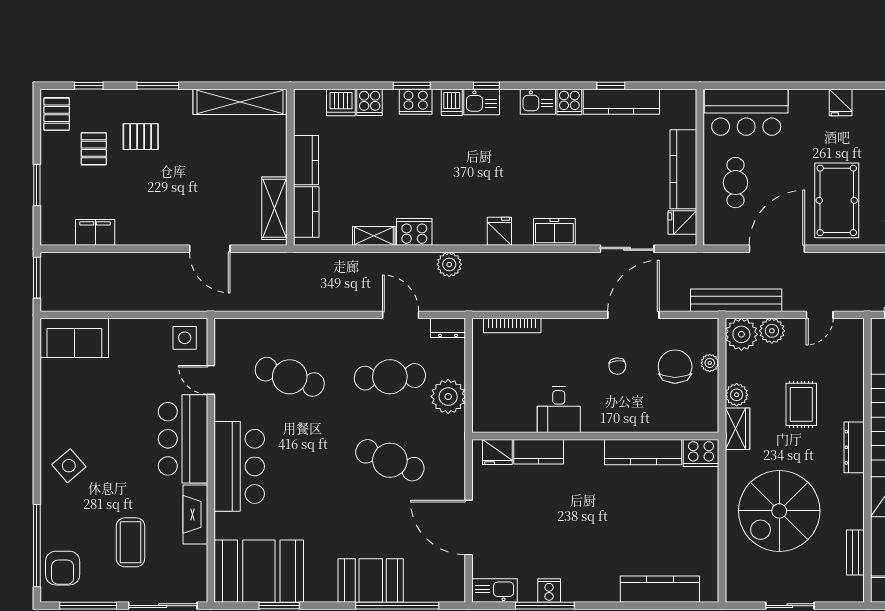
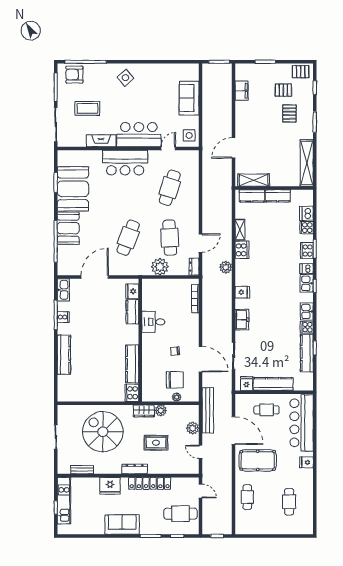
bar counter: (746, 112) -> (302, 423), width x1.36
plant: (741, 334) -> (191, 413), removed
sofa: (74, 338) -> (189, 98), moved
booth: (259, 571) -> (73, 189), moved
kitchen counter: (660, 589) -> (64, 355), moved

